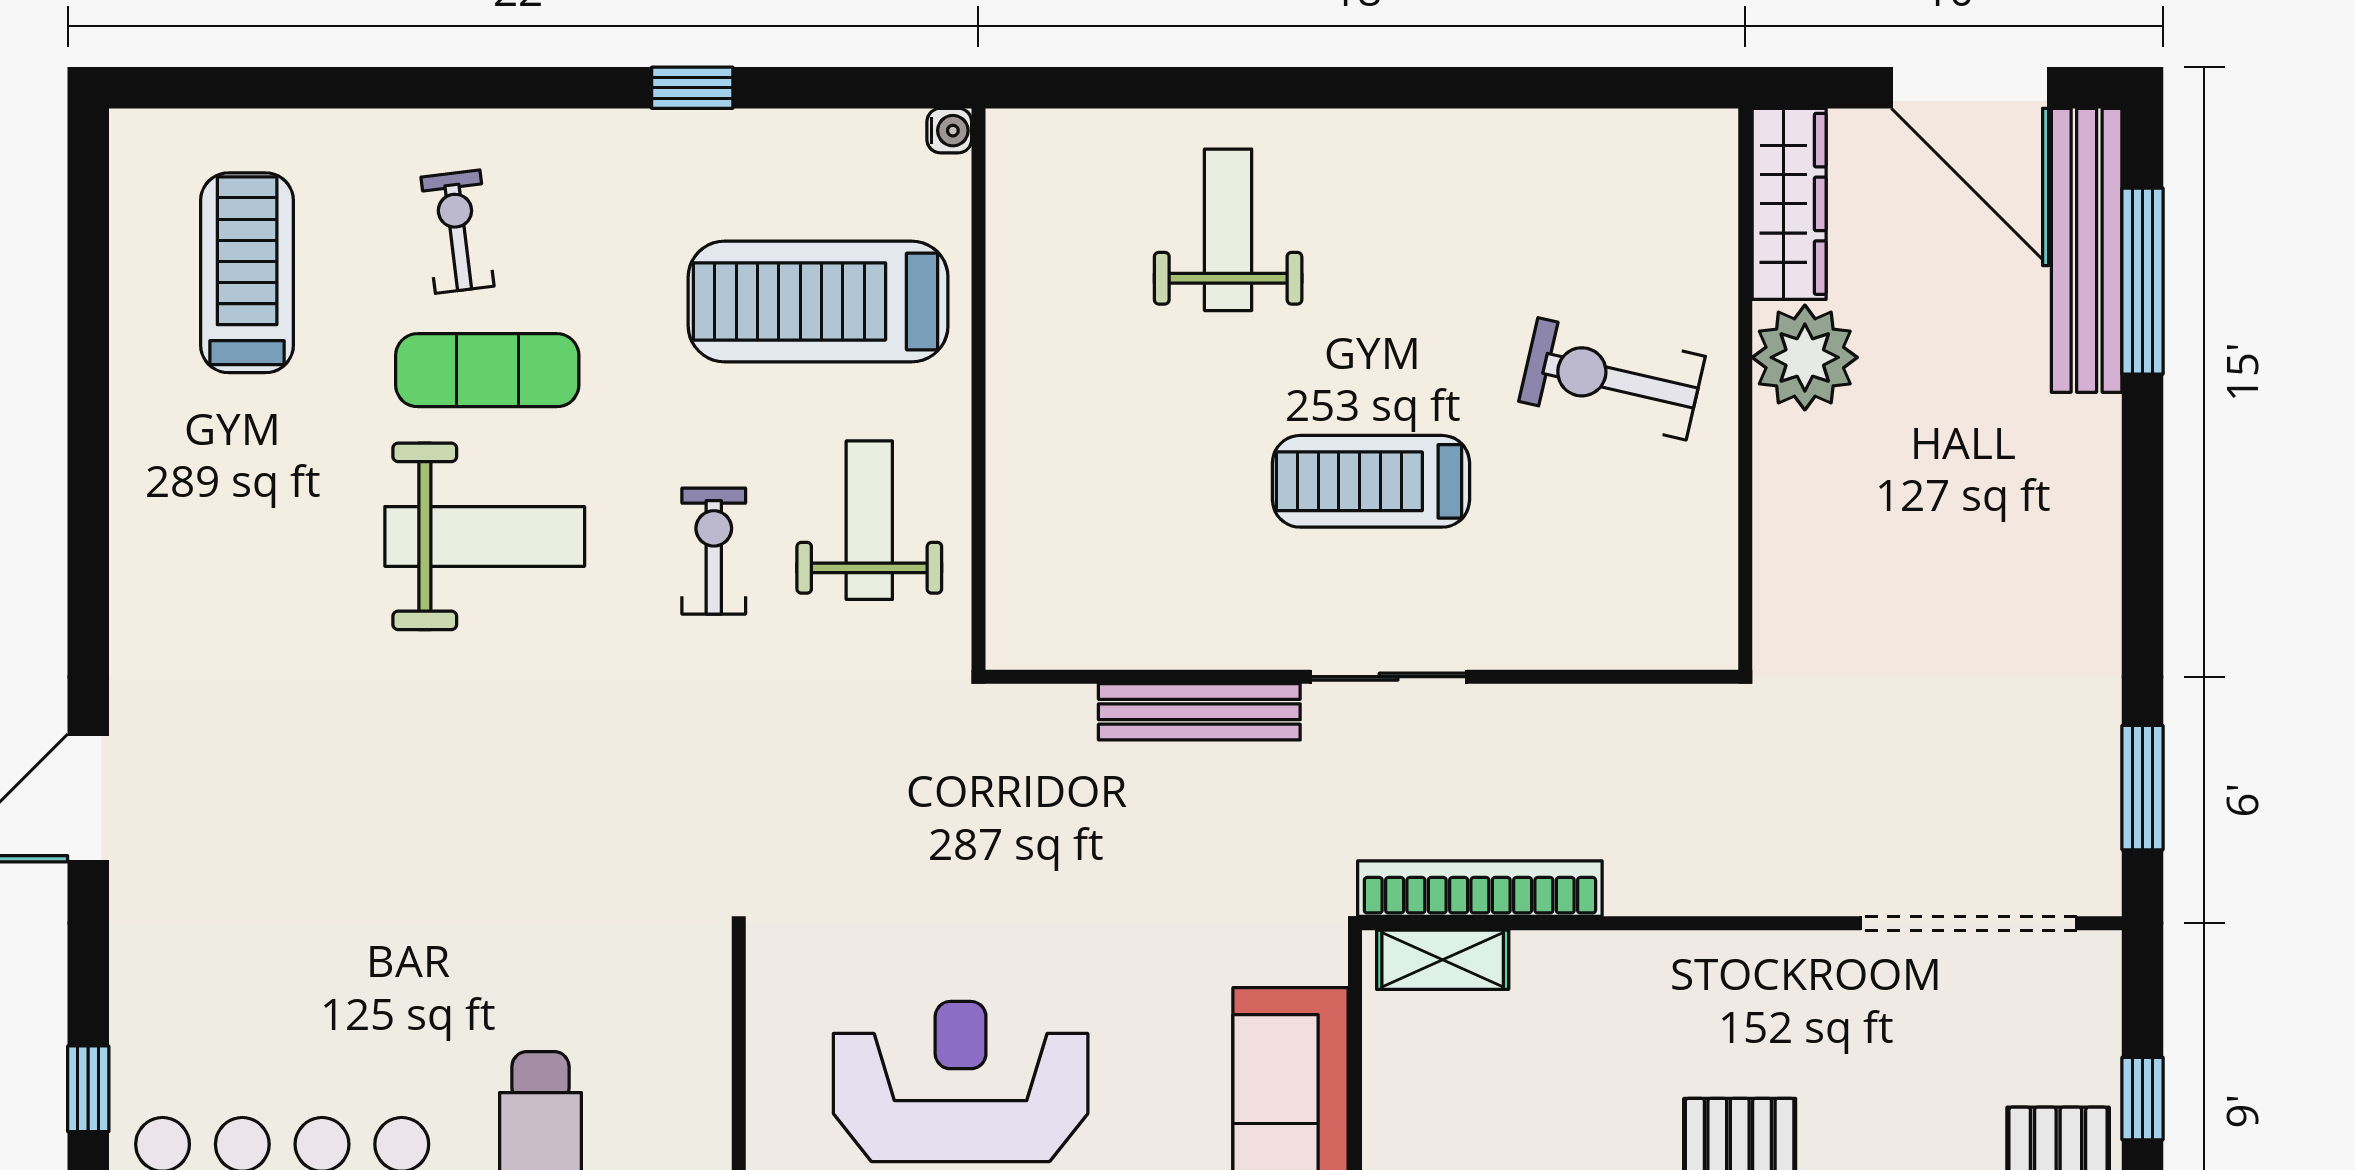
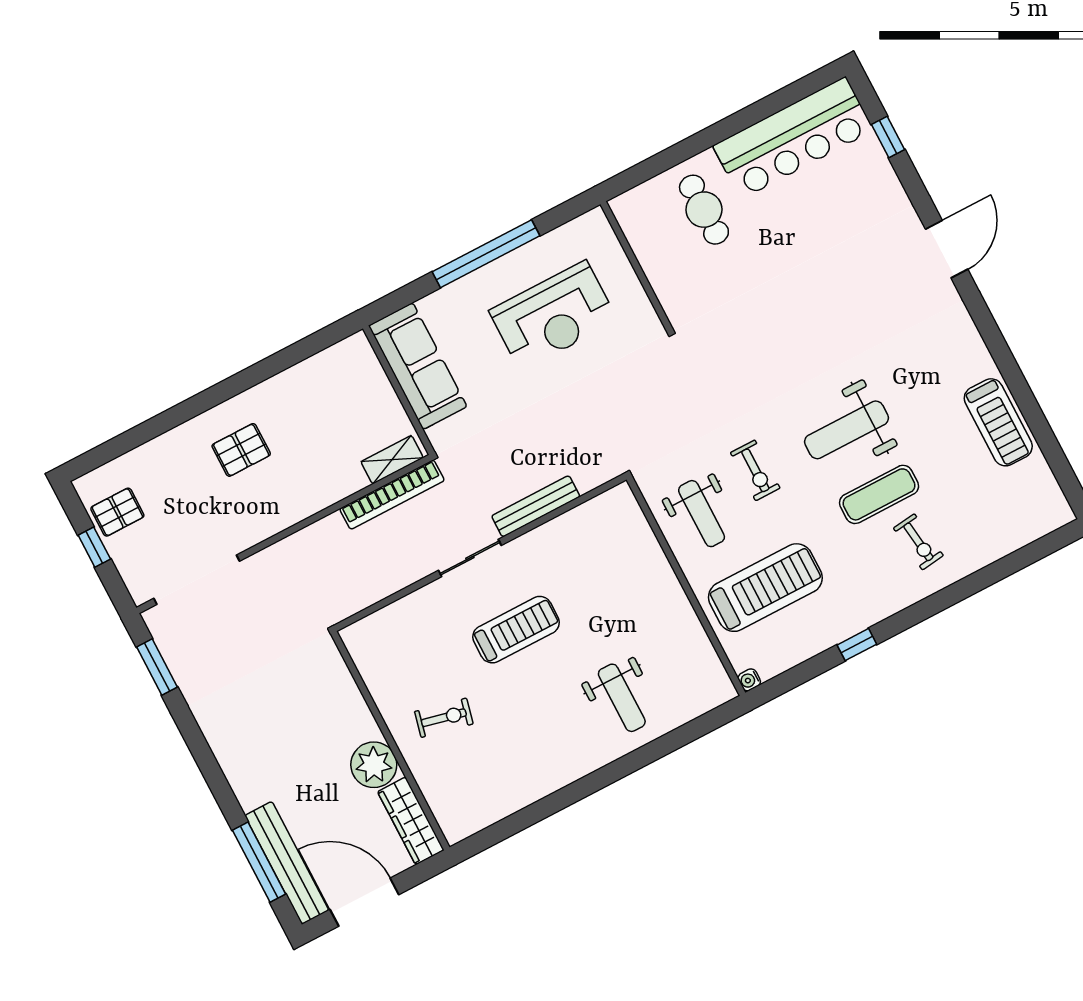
treadmill: (247, 273) -> (998, 422), moved
exercise bike: (1612, 379) -> (444, 718), width x0.73, depth x0.72

